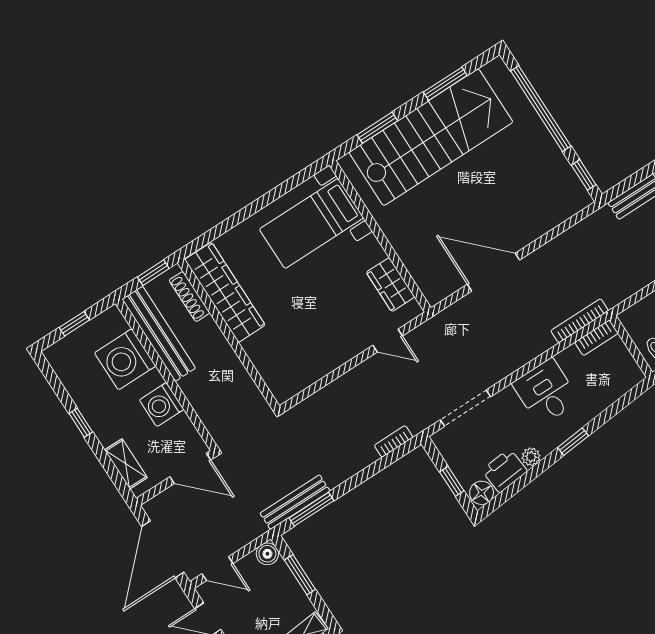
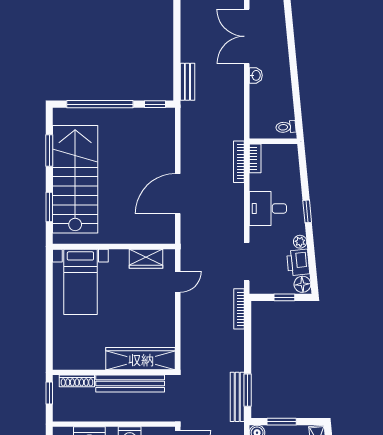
wardrobe: (225, 292) -> (141, 359), moved
bench: (159, 334) -> (130, 384), moved
bookcase: (394, 441) -> (239, 309), width x1.56

